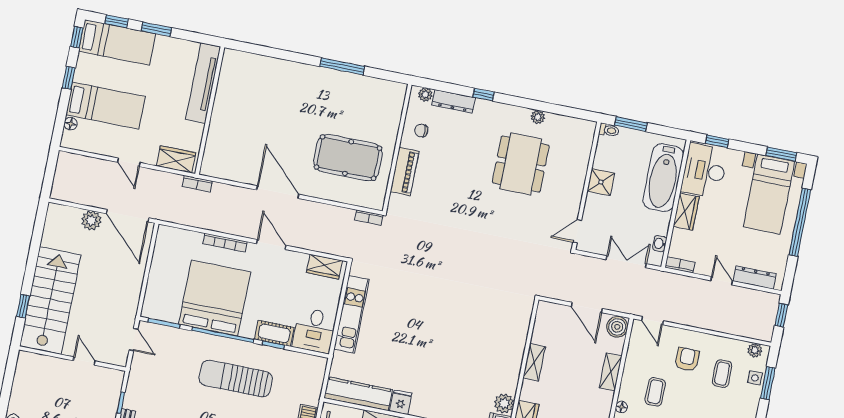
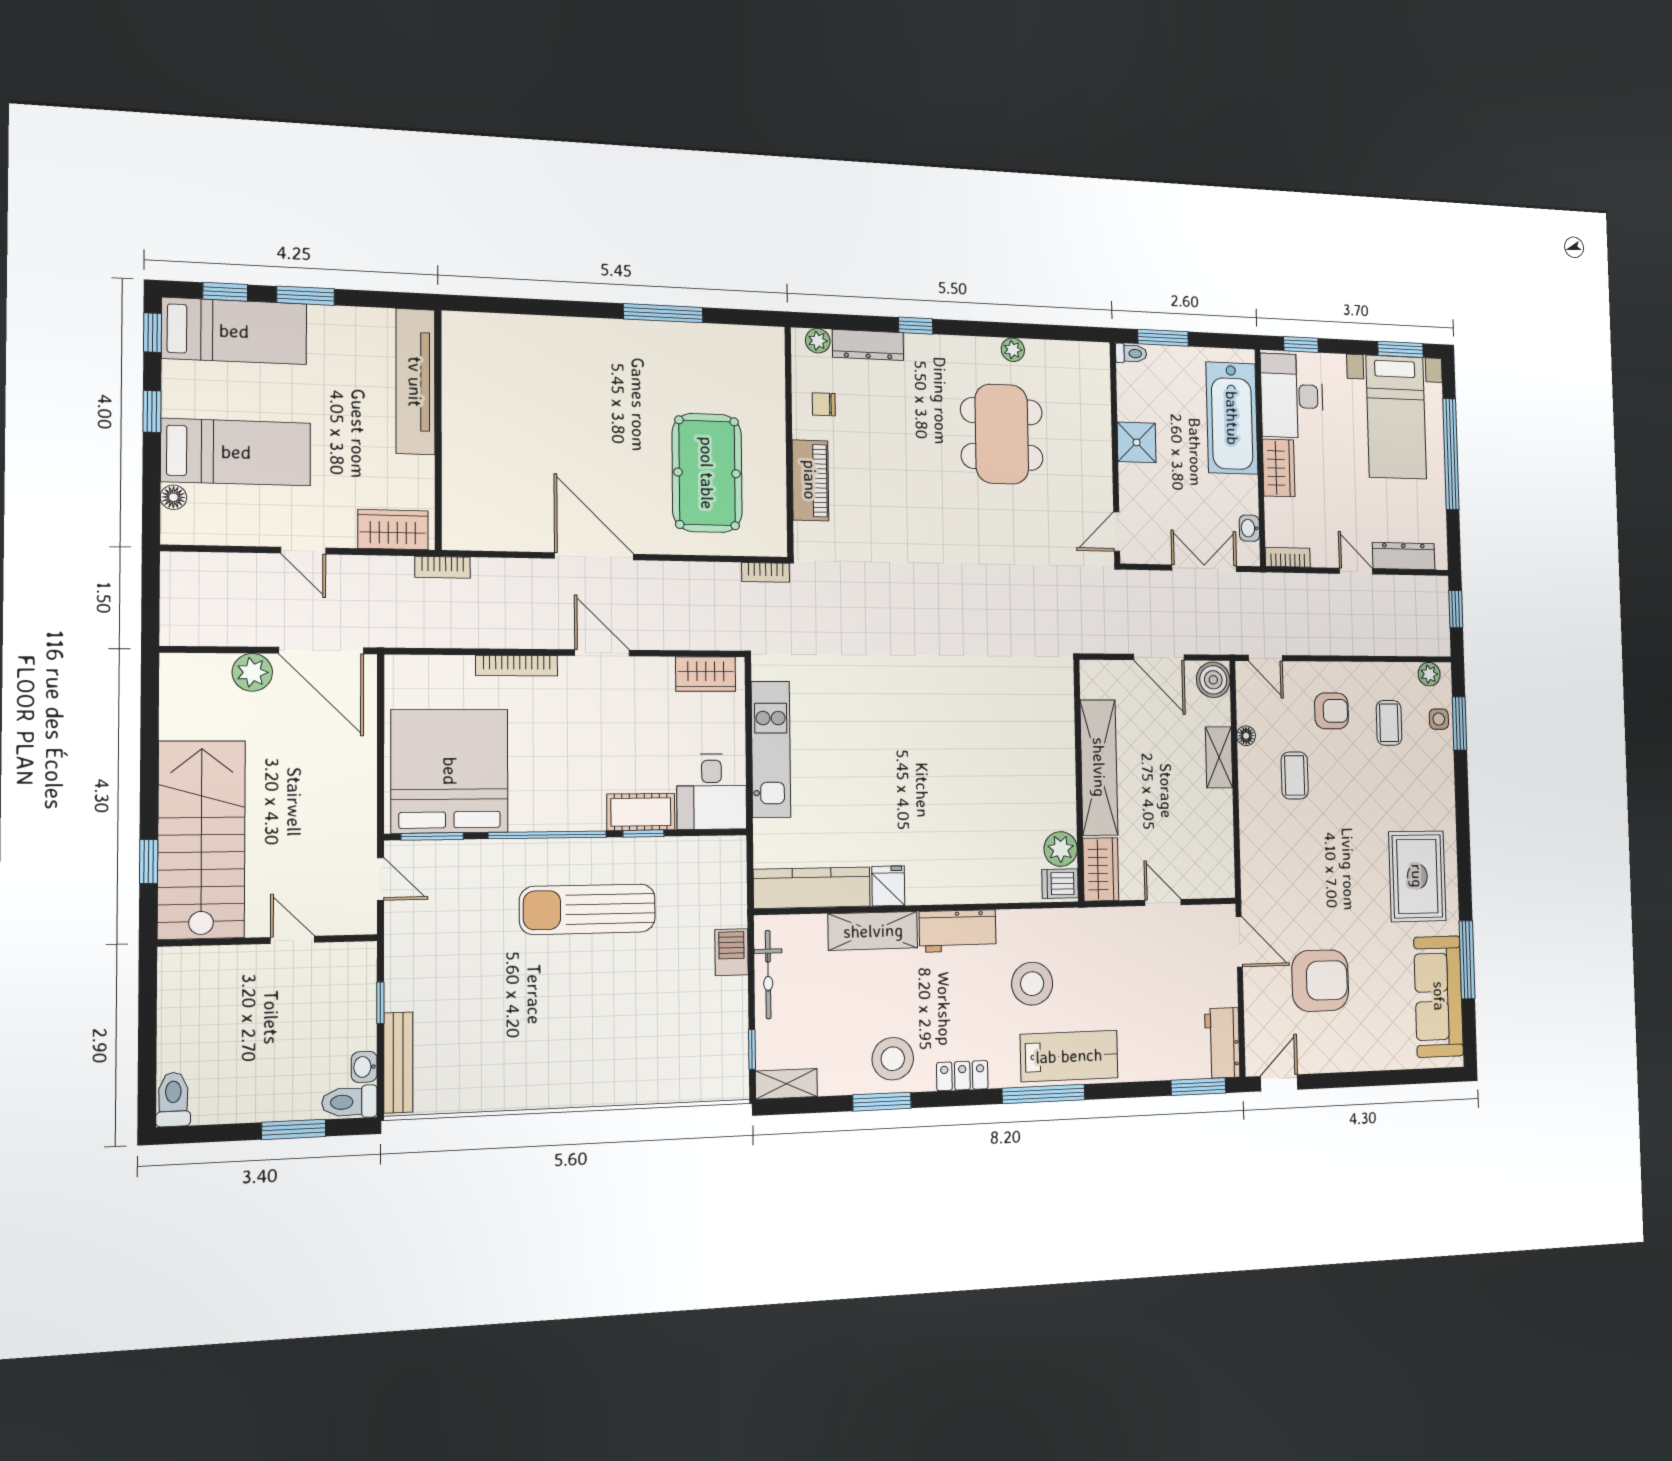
pool table: (348, 158) -> (707, 473), turned 90
bed: (215, 298) -> (450, 771), moved
armchair: (687, 359) -> (1331, 711), turned 90
shelving: (534, 362) -> (1099, 767), width x2.20, depth x1.33
floor lamp: (621, 407) -> (1246, 736), moved

